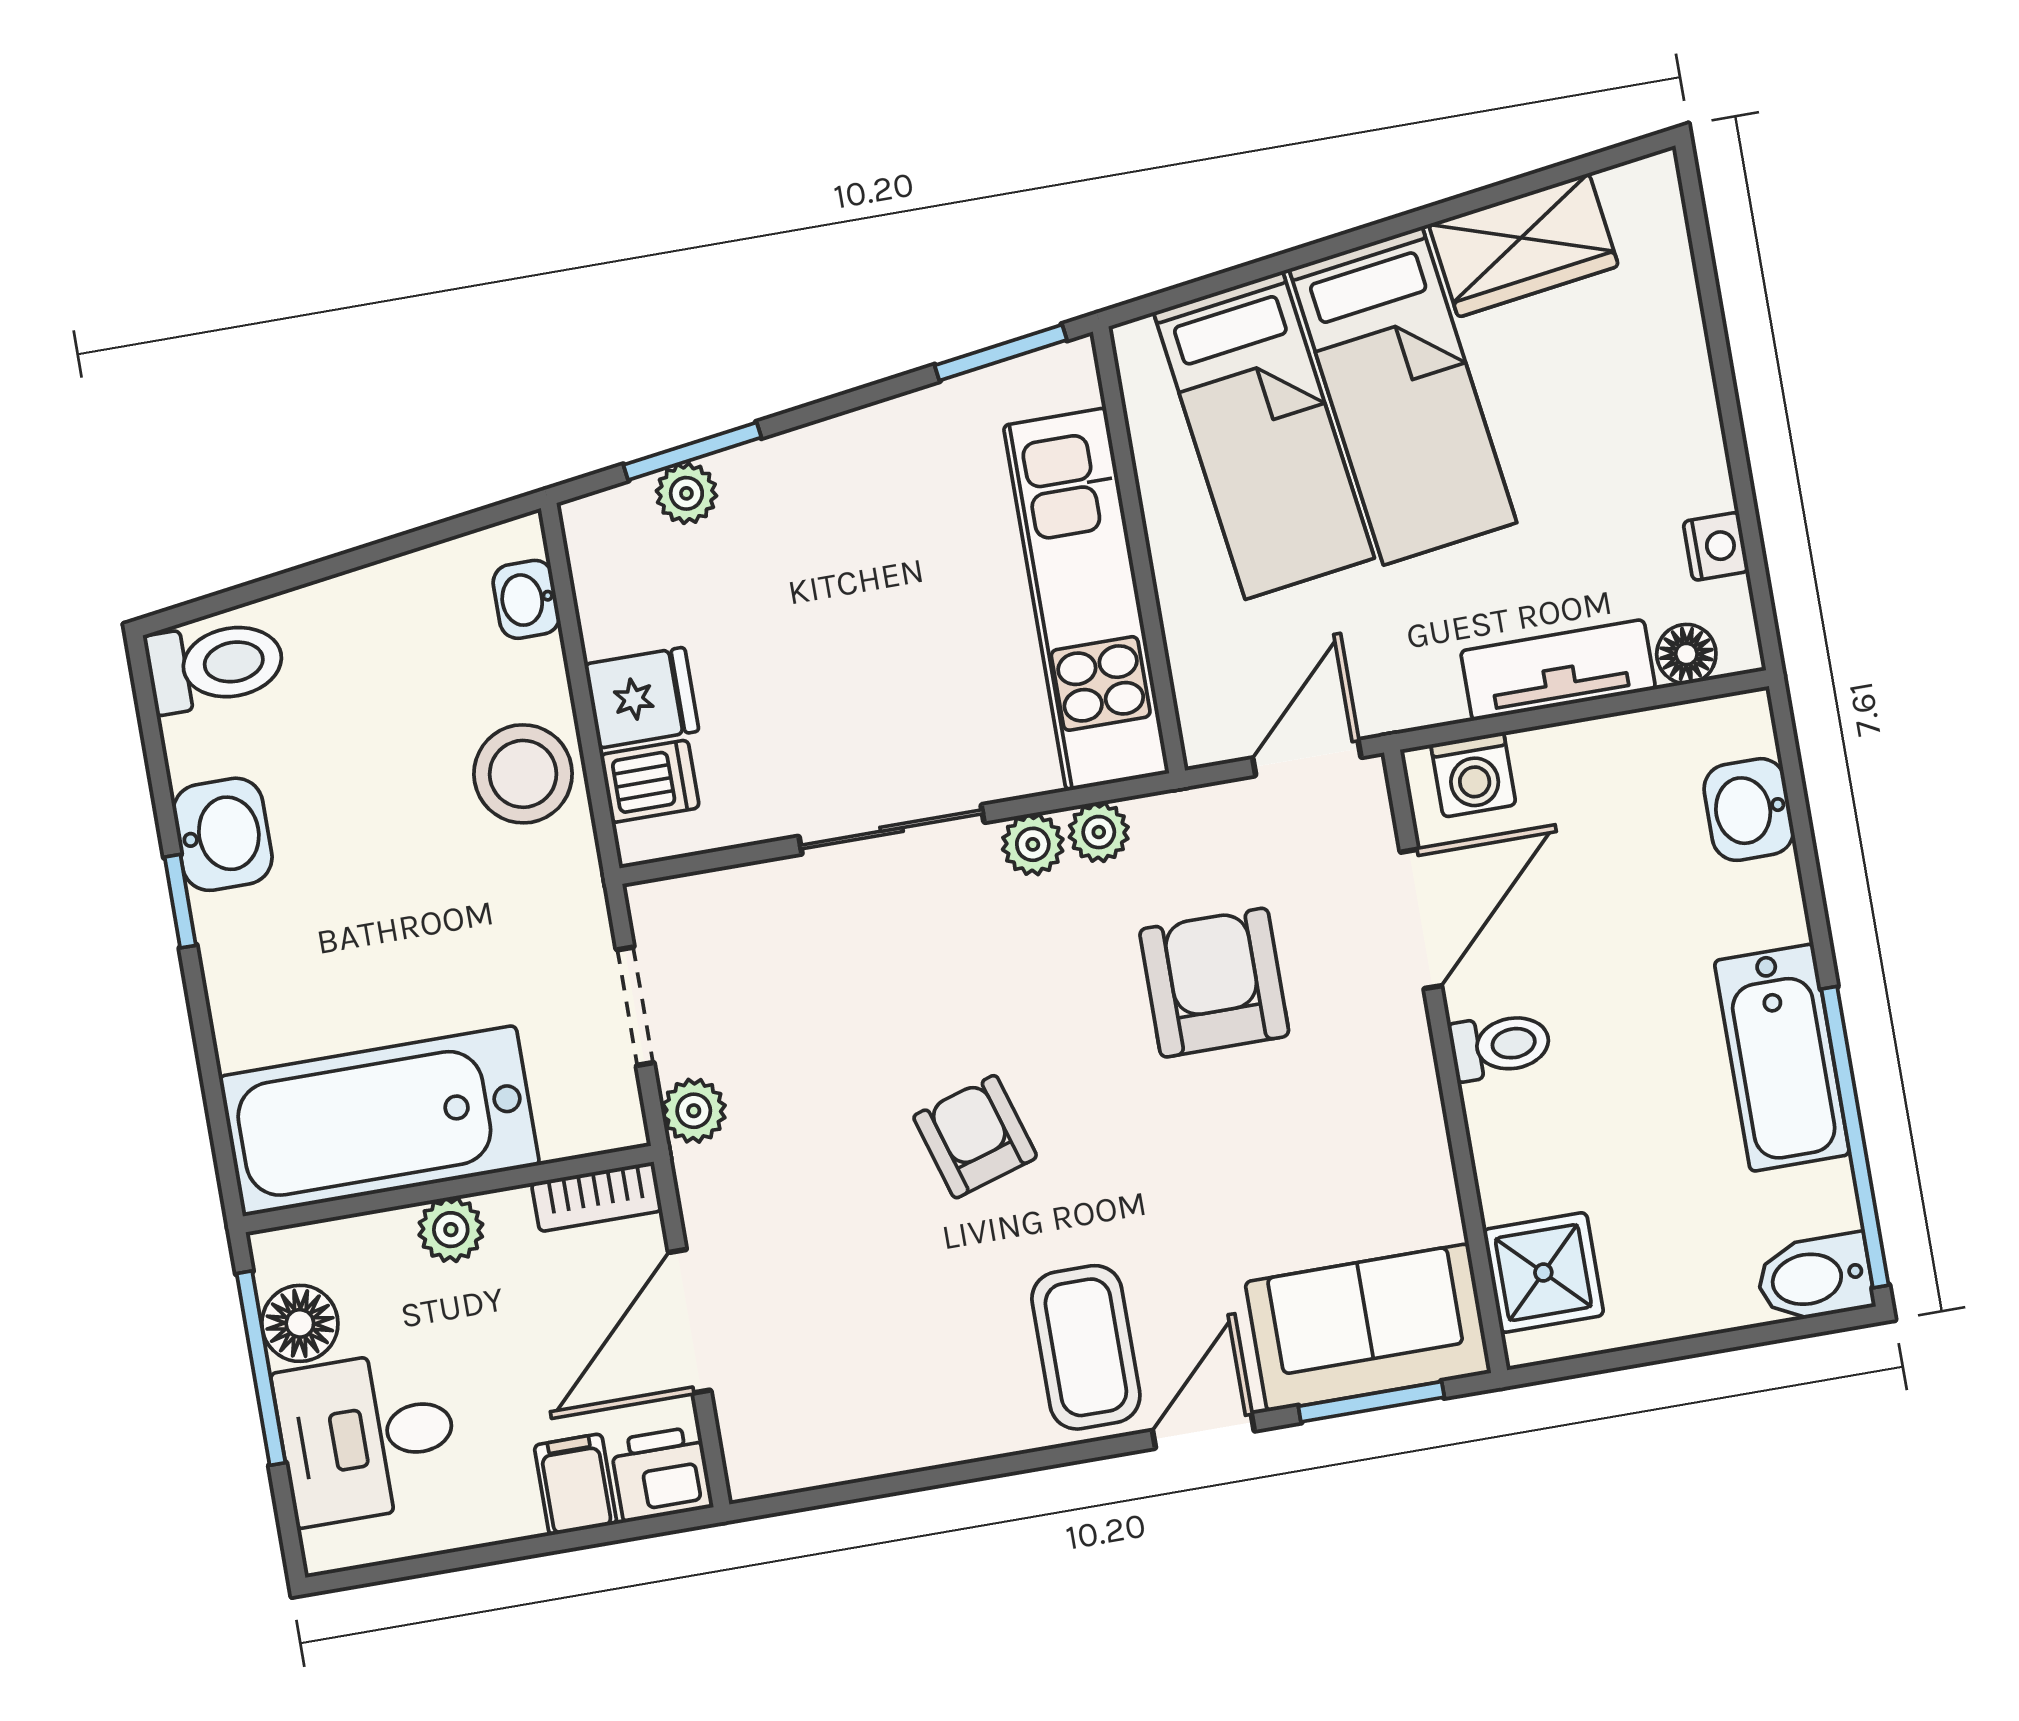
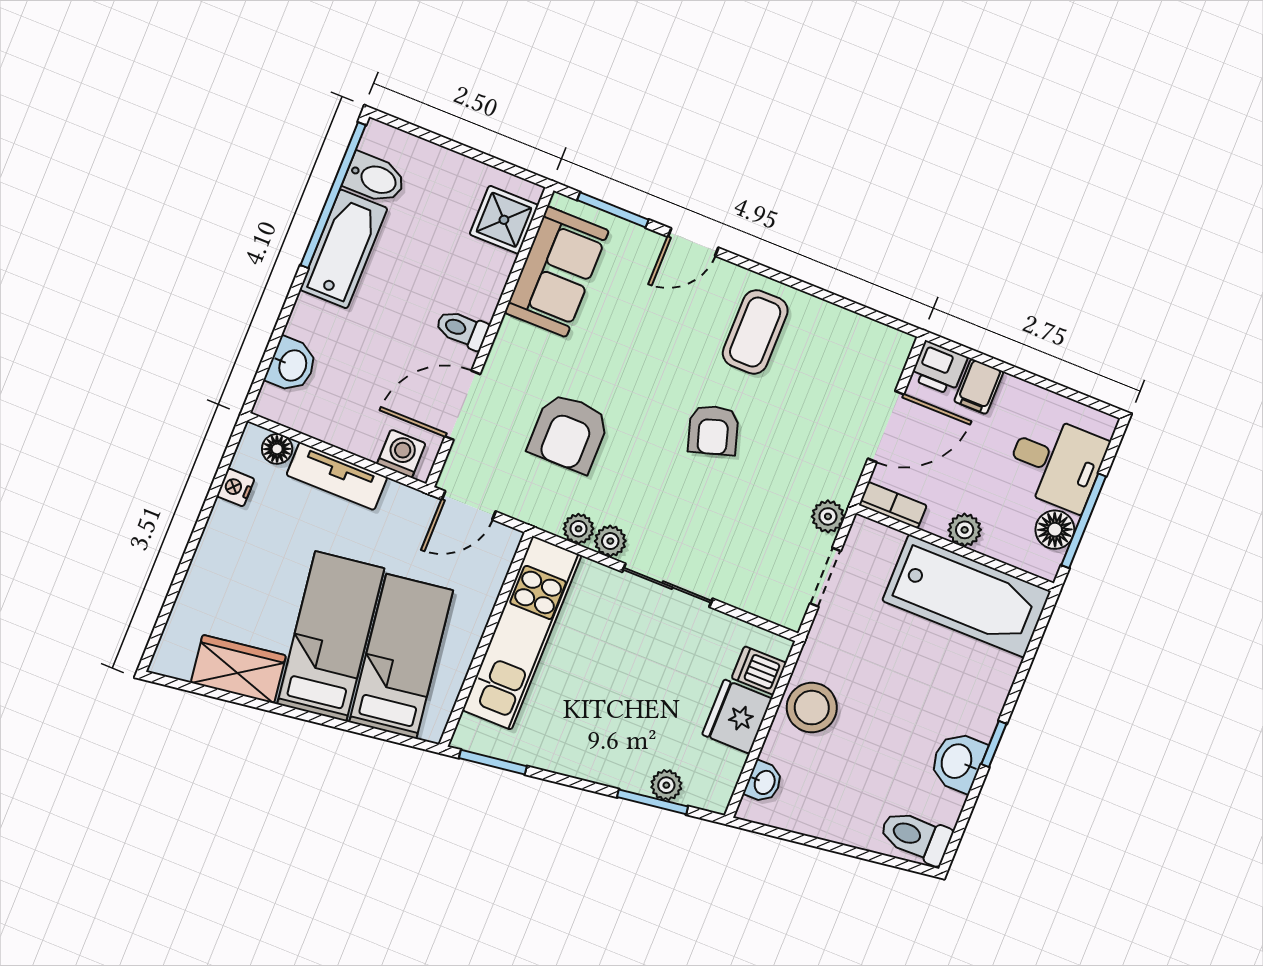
fridge: (642, 698) -> (737, 717), width x1.38
bidet: (1815, 1278) -> (375, 178), moved
sofa: (1368, 1327) -> (557, 272), moved, turned -90
coffee table: (1086, 1347) -> (755, 332), moved

